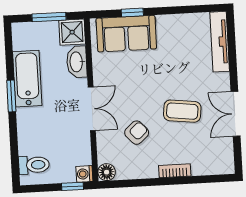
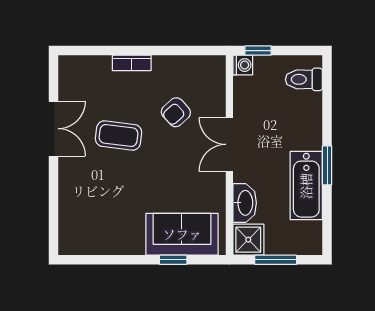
tv unit: (220, 42) -> (68, 218), removed
floor lamp: (107, 172) -> (215, 66), removed

